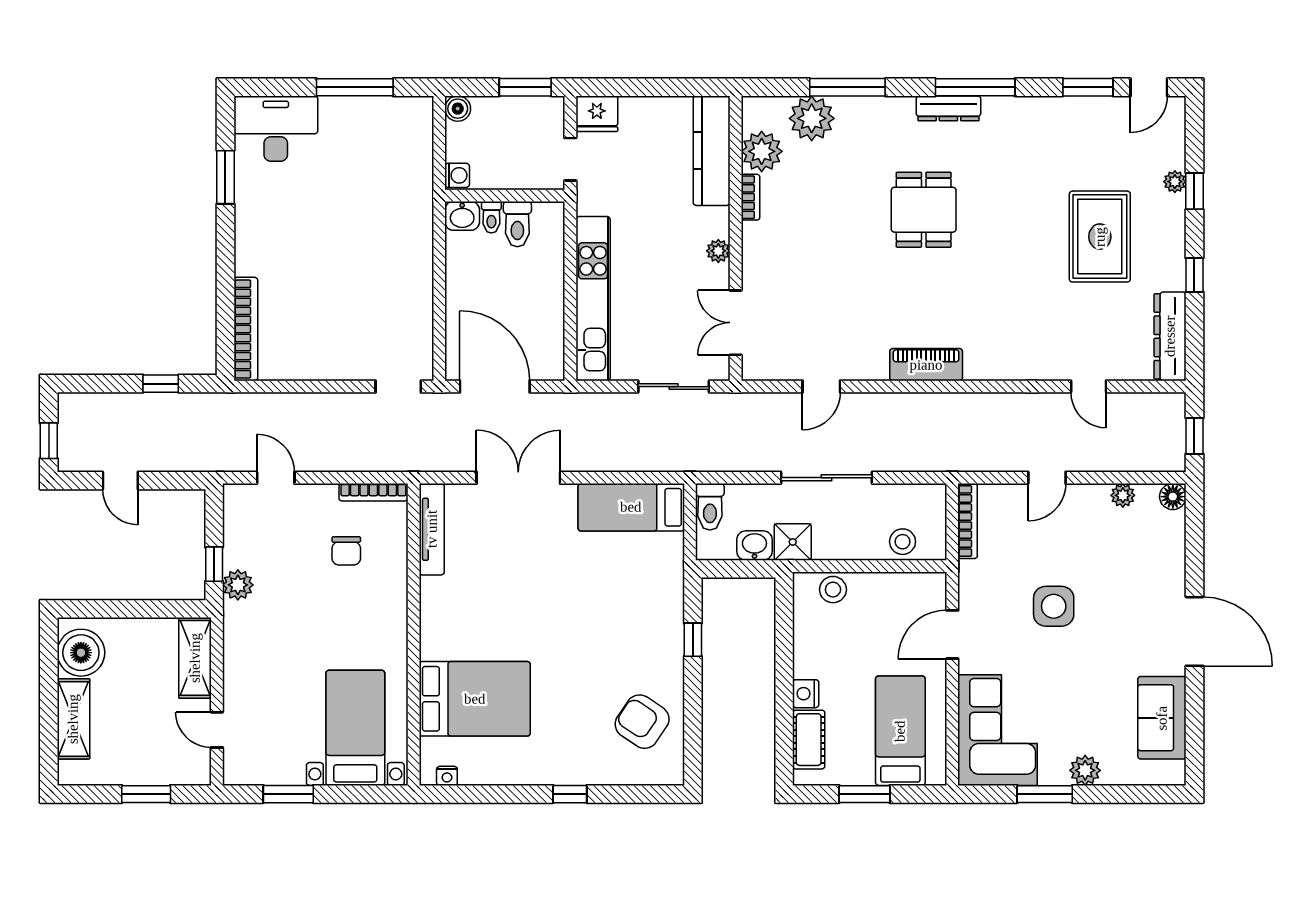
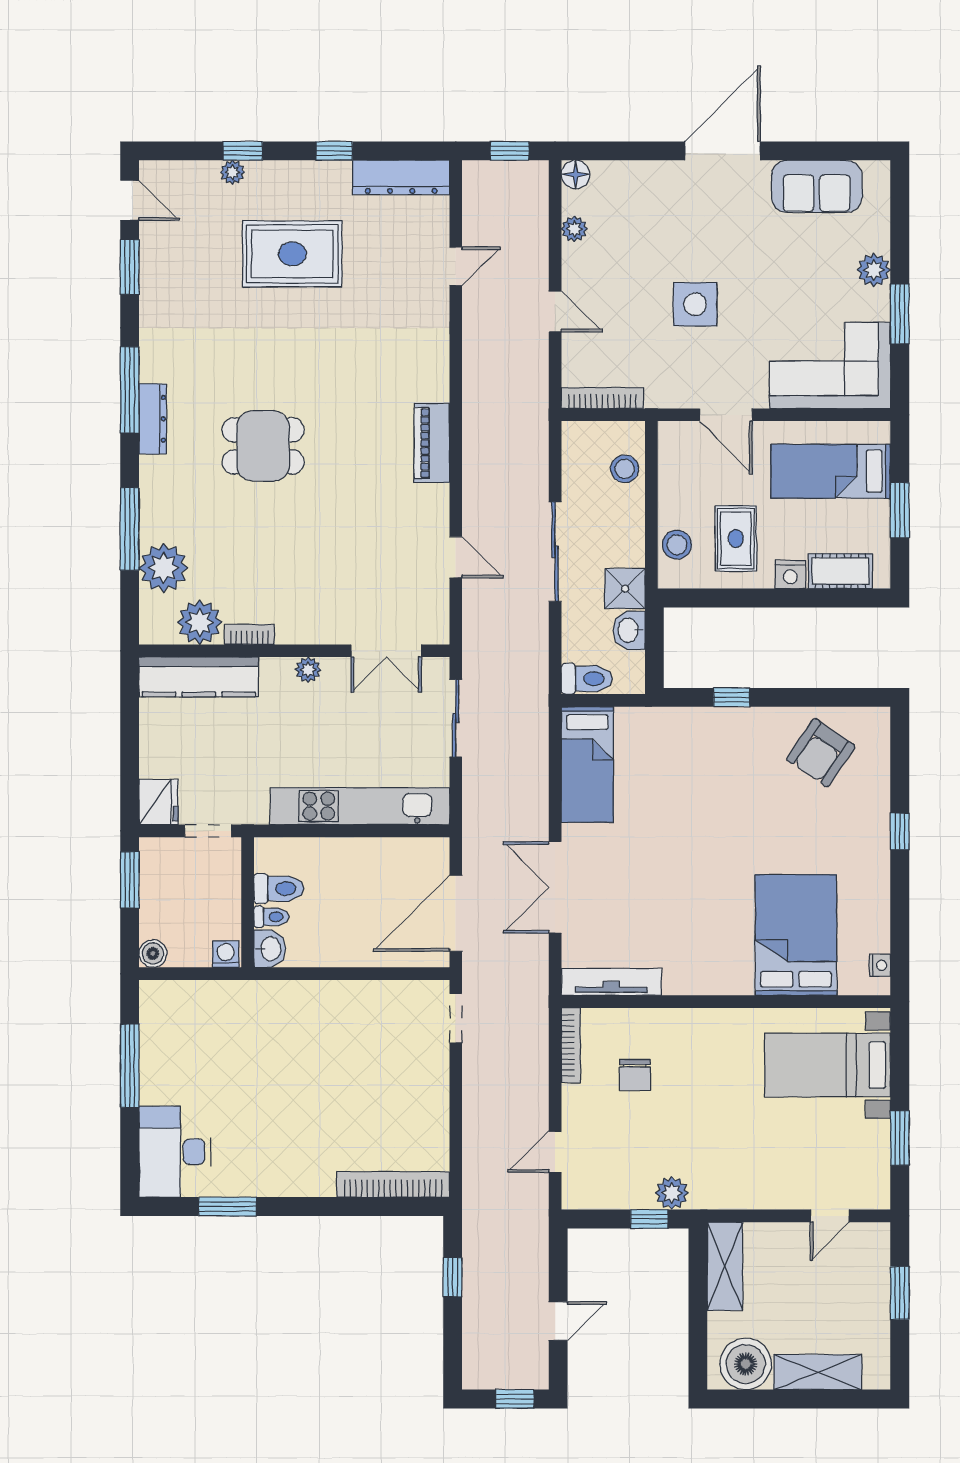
chair: (346, 551) -> (635, 1075), turned 90
rug: (839, 644) -> (736, 539), added
shelving: (195, 658) -> (725, 1266), moved, turned 90

